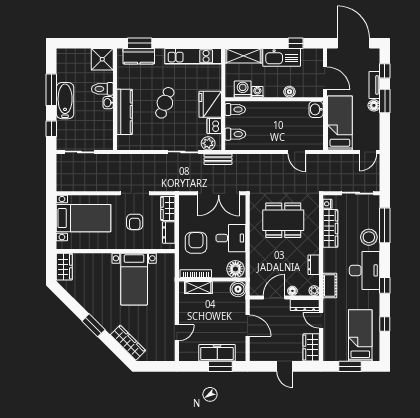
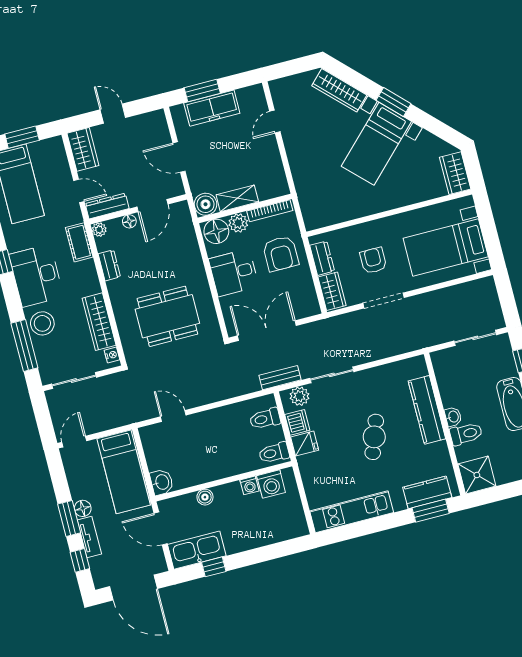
shelving: (243, 56) -> (282, 531), removed
kitchen sink: (282, 57) -> (197, 550), moved
fridge: (210, 104) -> (305, 444), width x0.53, depth x0.75
plant: (219, 271) -> (238, 223), added
bed with nightstands: (134, 279) -> (376, 144), moved, turned -135
shelving: (198, 288) -> (237, 198), moved

